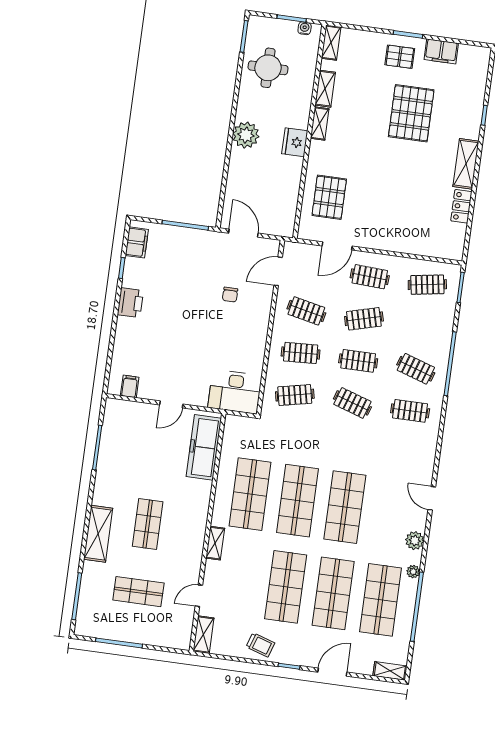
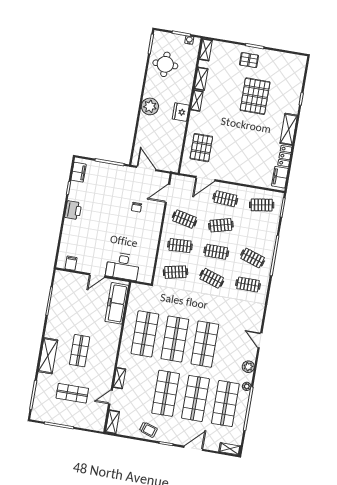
filing cabinet: (441, 51) -> (280, 177), moved, turned 90
desk: (235, 392) -> (123, 266), moved
shelving: (215, 543) -> (119, 378), moved

